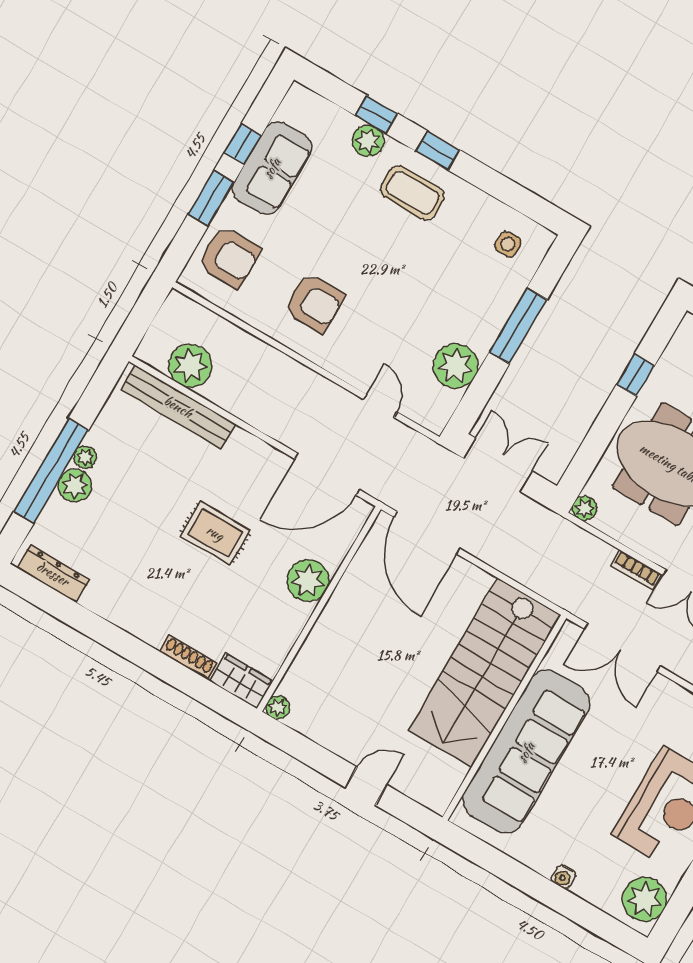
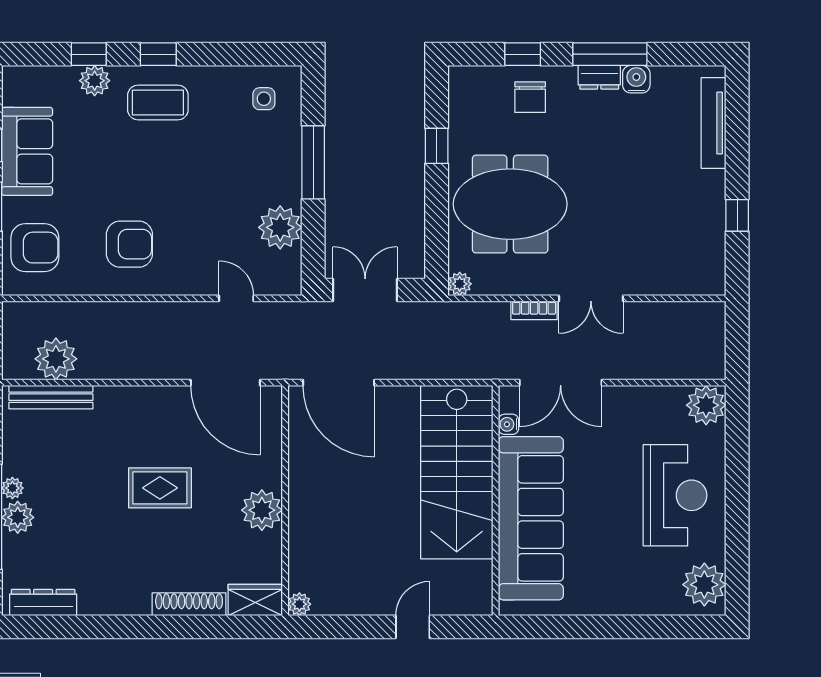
bench: (178, 407) -> (51, 397), width x0.73, depth x0.82
door: (327, 474) -> (225, 383), hinge flipped
plant: (308, 580) -> (262, 510), moved
shoe rack: (188, 658) -> (189, 604), width x1.36, depth x1.24
water cooler: (563, 877) -> (509, 424), moved, turned 90

